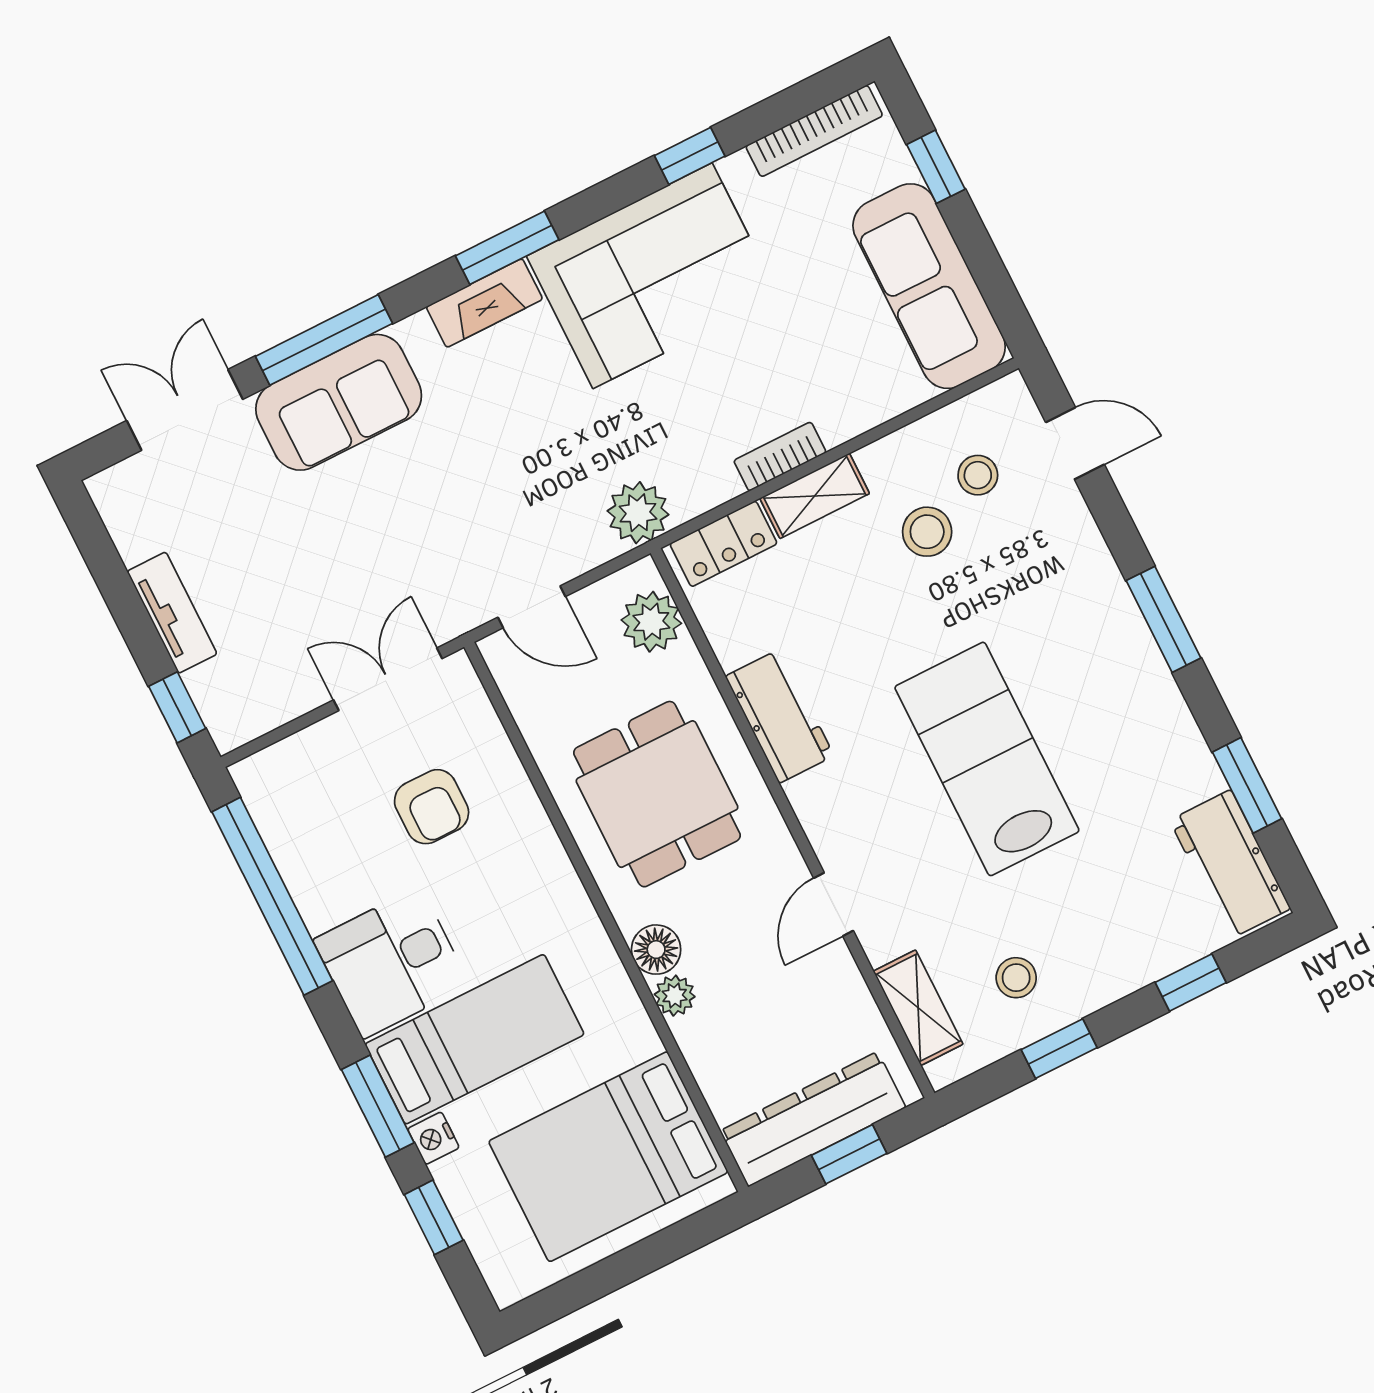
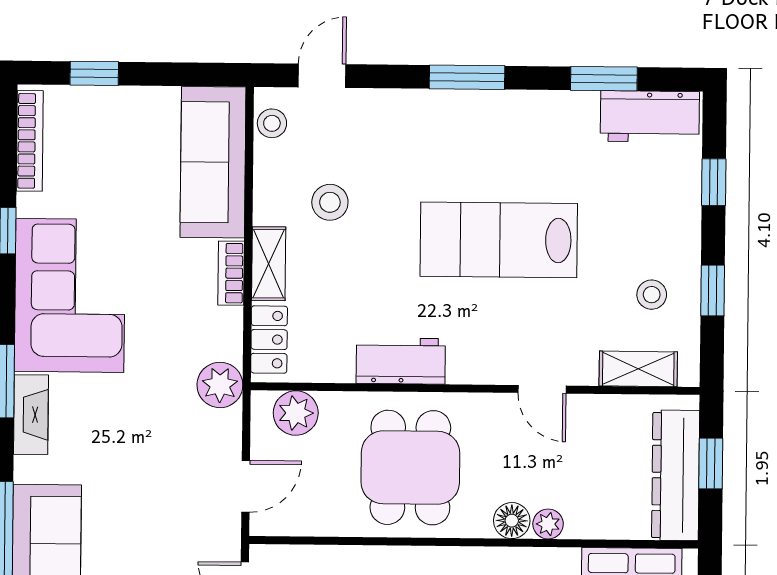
sofa: (929, 286) -> (213, 162), moved, turned 90
stool: (978, 475) -> (272, 123), moved
dining table: (657, 794) -> (410, 468), turned 90

